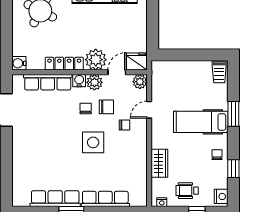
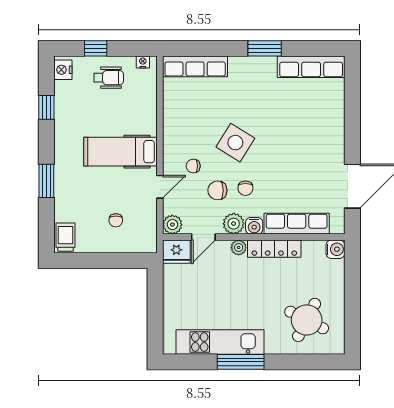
plant: (96, 60) -> (239, 248), width x0.53, depth x0.53
hospital bed: (201, 122) -> (121, 152), moved, turned 180
side table: (93, 142) -> (235, 143), turned 32
chair: (217, 155) -> (116, 220), moved
wardrobe: (159, 163) -> (146, 114), removed
row of seats: (55, 199) -> (311, 67), moved
row of seats: (105, 199) -> (195, 66), moved

